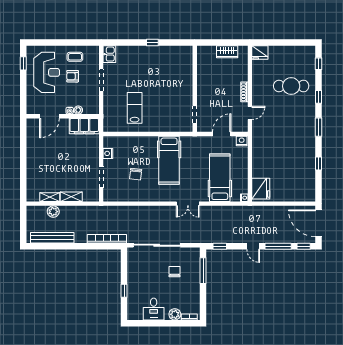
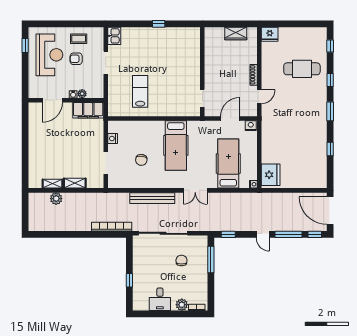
bench: (52, 238) -> (152, 198), moved

